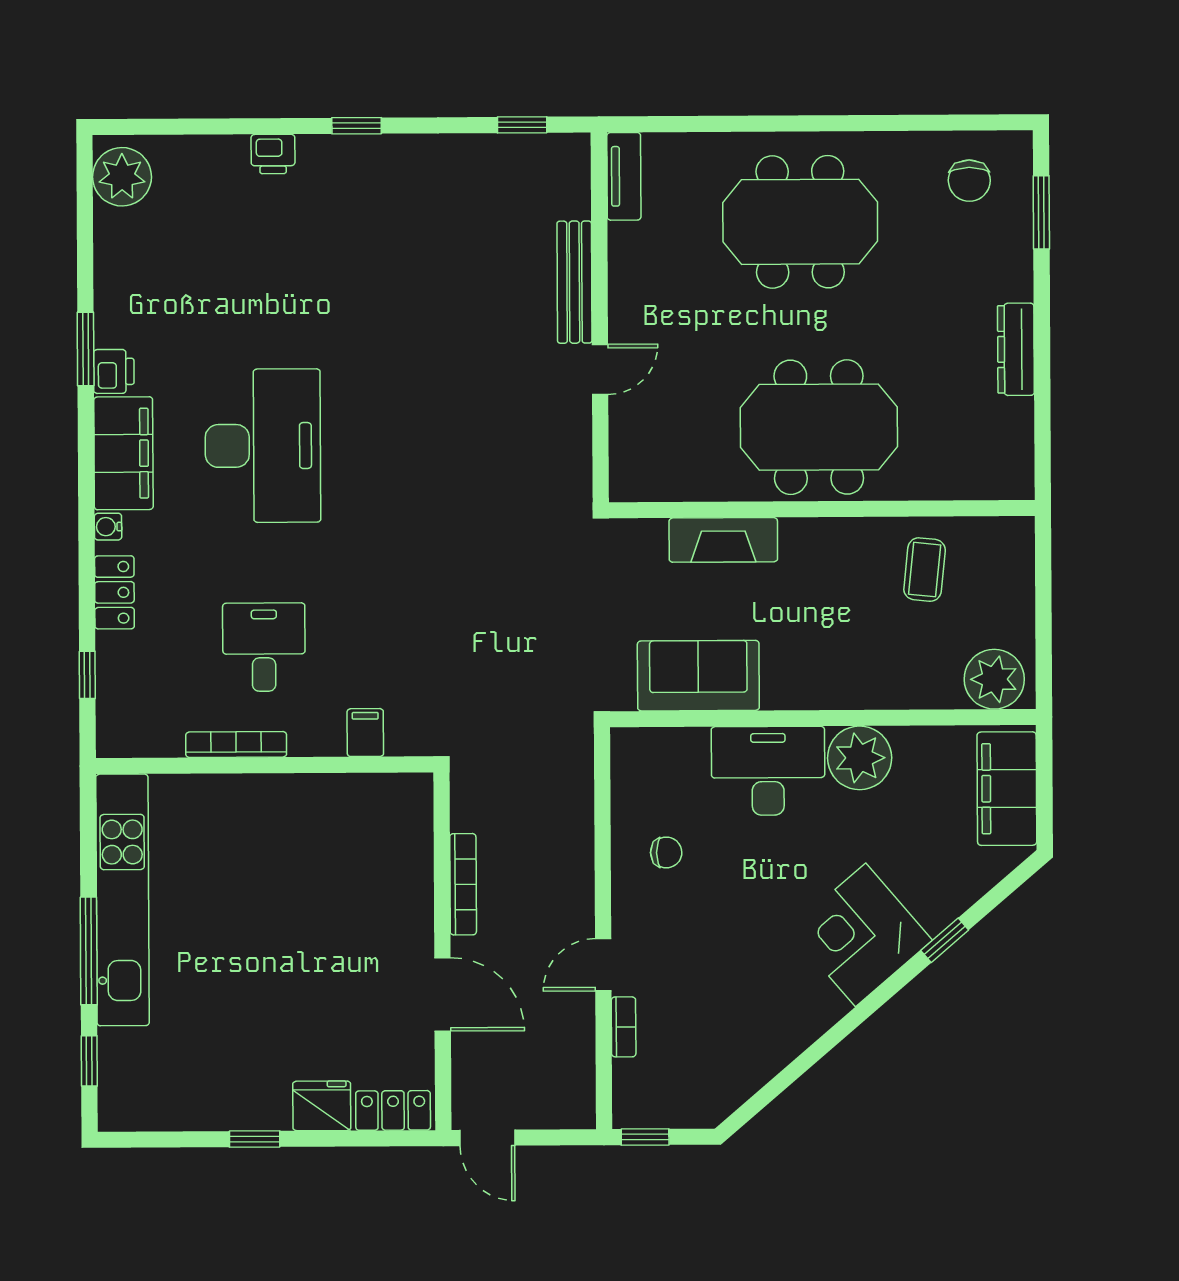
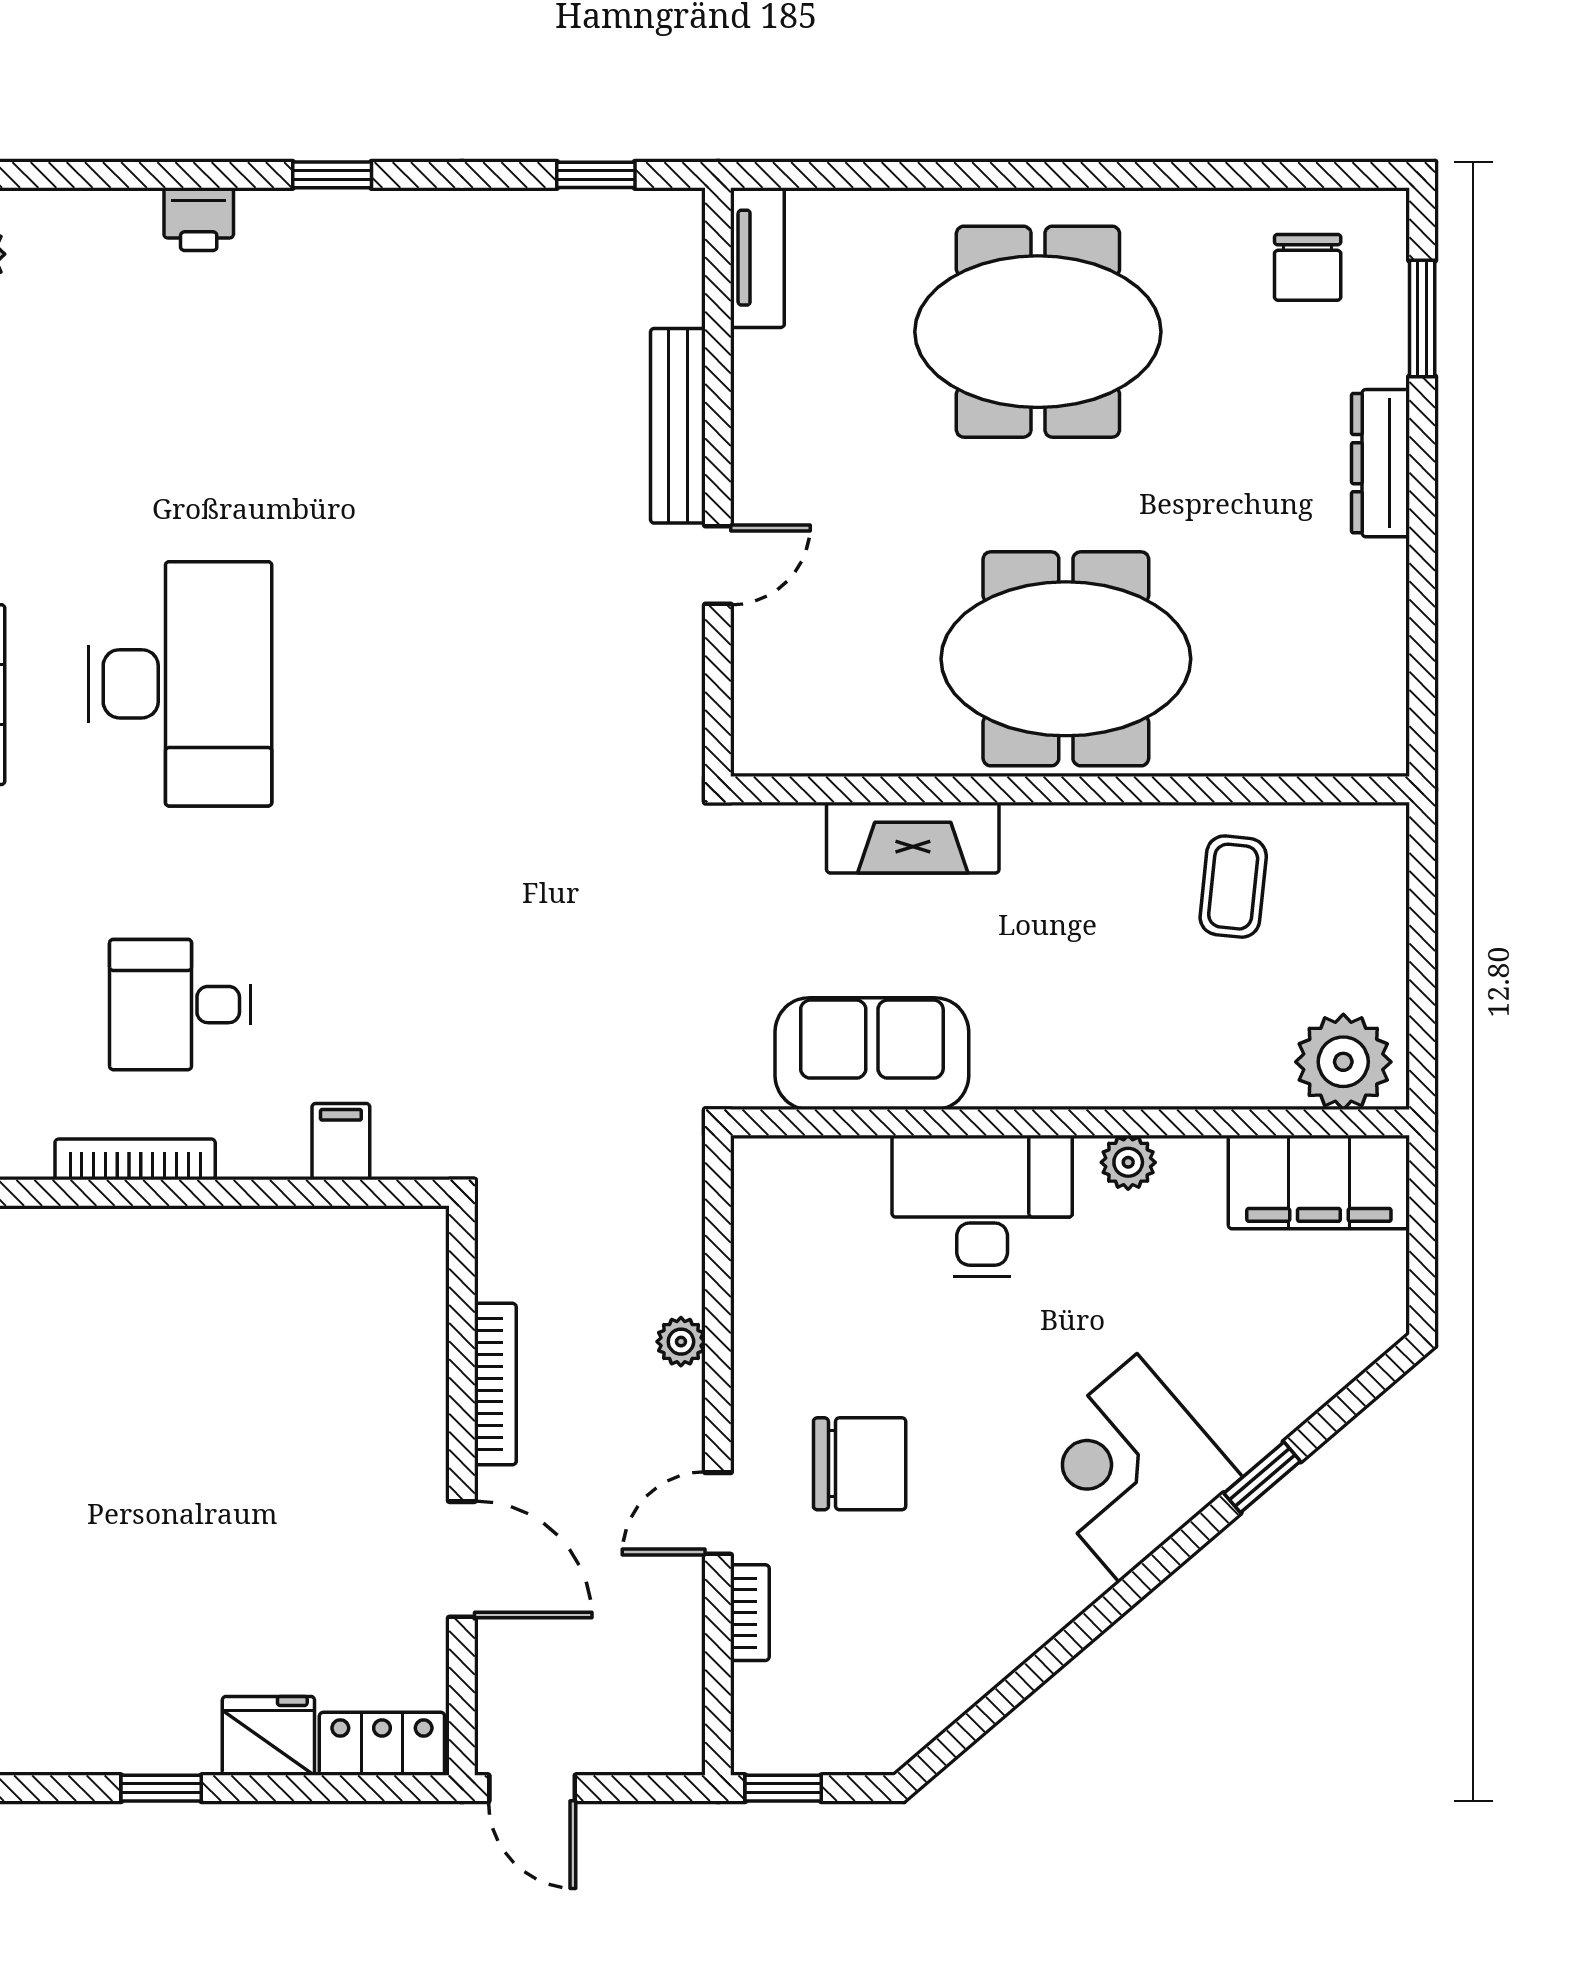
dresser: (1016, 349) -> (1381, 463), moved
desk: (264, 647) -> (180, 1005), turned -90
plant: (860, 758) -> (1128, 1162), width x0.53, depth x0.53
filing cabinet: (1007, 789) -> (1319, 1182), moved, turned -90
chair: (666, 852) -> (860, 1464), moved, width x1.87, depth x1.87
plant: (579, 857) -> (681, 1342), added

